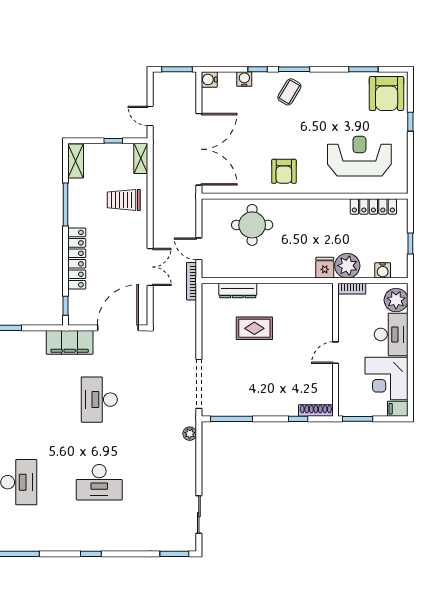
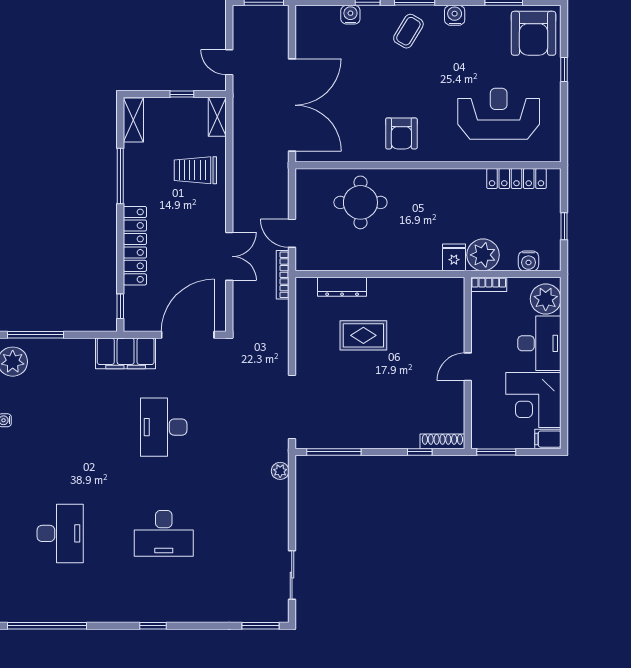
water cooler: (209, 79) -> (455, 15), moved, turned 90

